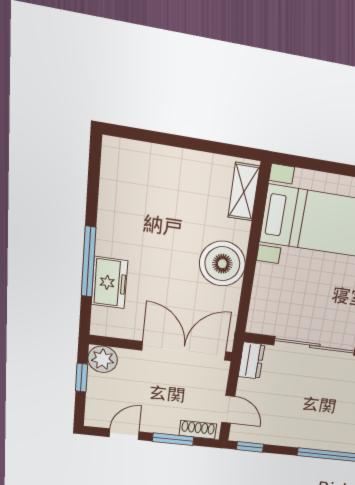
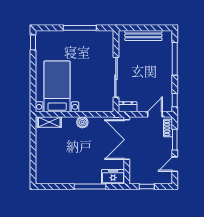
boiler: (222, 264) -> (82, 122), width x0.54, depth x0.54
freezer: (109, 283) -> (113, 177), moved
plant: (103, 359) -> (136, 177), removed
door: (124, 434) -> (175, 164), hinge flipped

